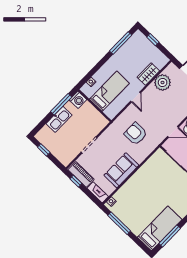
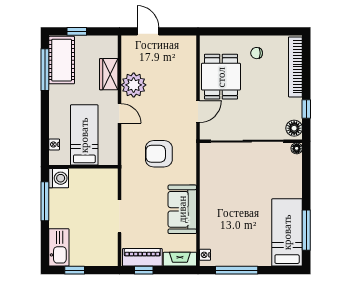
cot: (133, 46) -> (62, 60), added
plant: (163, 83) -> (134, 85), moved
kitchen sink: (59, 119) -> (59, 247), moved

